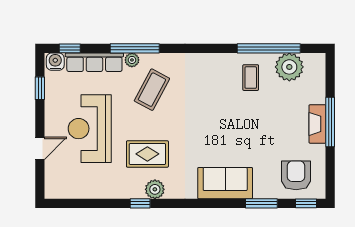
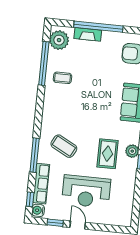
plant: (132, 60) -> (42, 158), removed
plant: (289, 67) -> (59, 40), moved
window: (330, 122) -> (98, 27), width x1.46
fireplace: (317, 124) -> (88, 34), moved
door: (40, 148) -> (78, 225), moved

